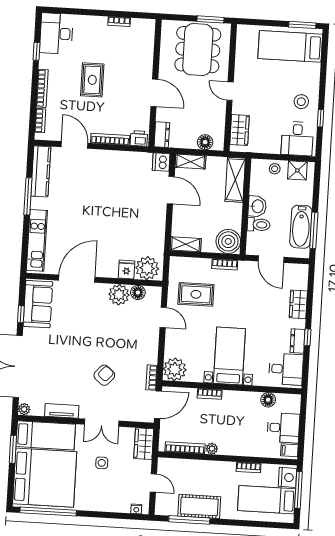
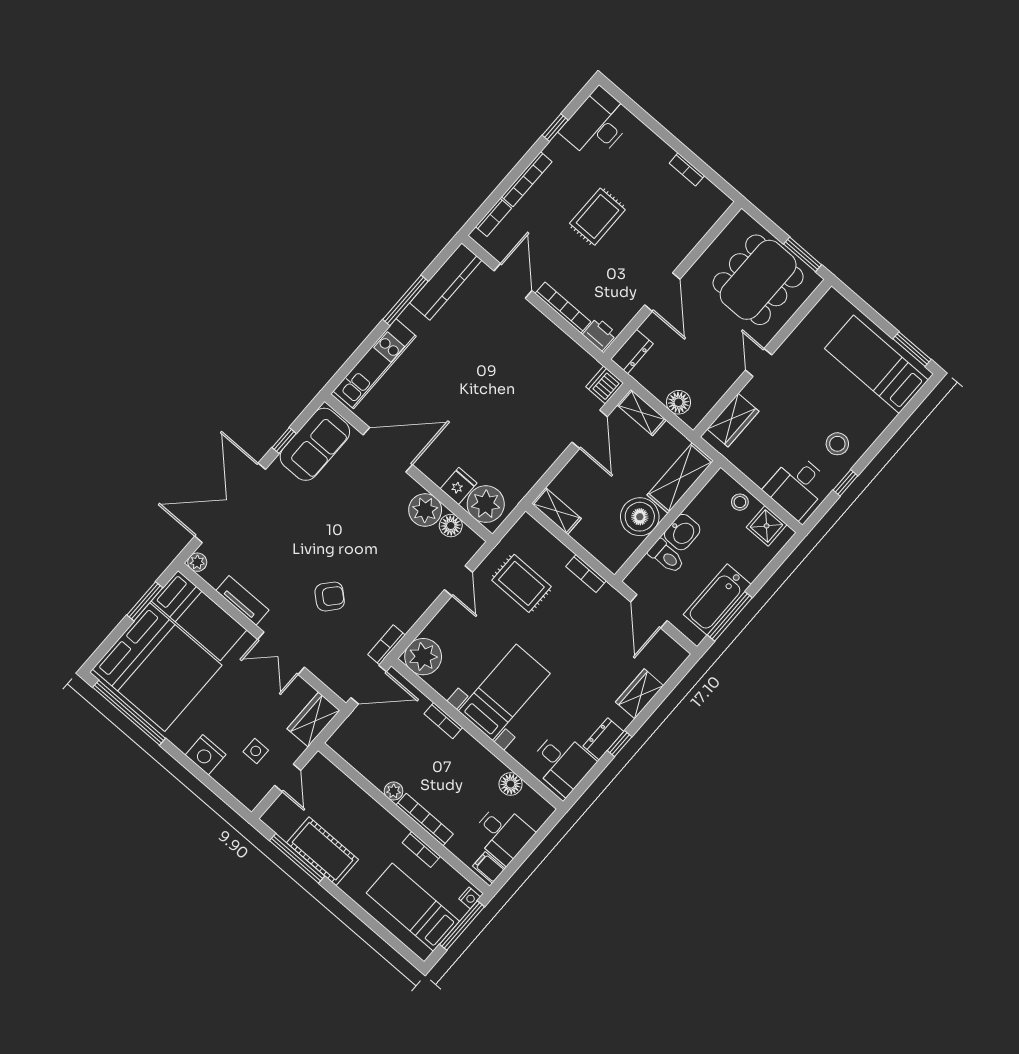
boiler: (228, 241) -> (640, 517), moved
bookcase: (185, 448) -> (425, 820), moved
side table: (102, 463) -> (256, 751), moved
nightstand: (288, 477) -> (470, 898), width x0.53, depth x0.56
nightstand: (136, 509) -> (206, 755), moved, width x1.89, depth x1.79

